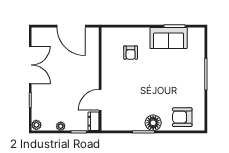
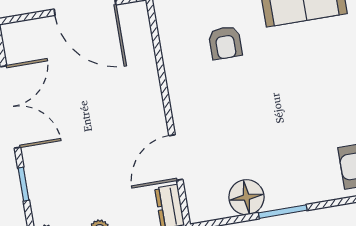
floor lamp: (153, 123) -> (246, 197), moved

